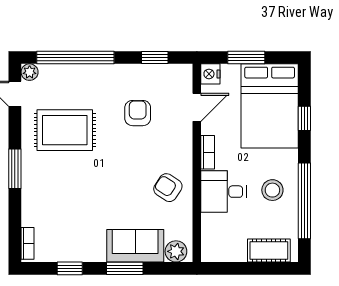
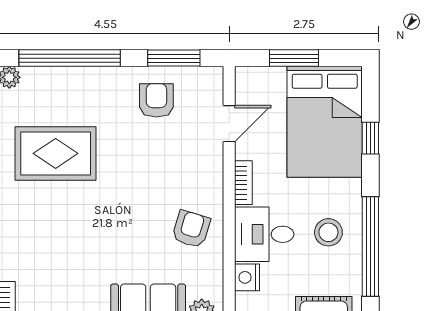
window: (155, 57) -> (174, 58), width x1.50
nightstand: (210, 74) -> (247, 277), moved
armchair: (138, 113) -> (156, 100), moved
armchair: (168, 188) -> (191, 229), turned 74

